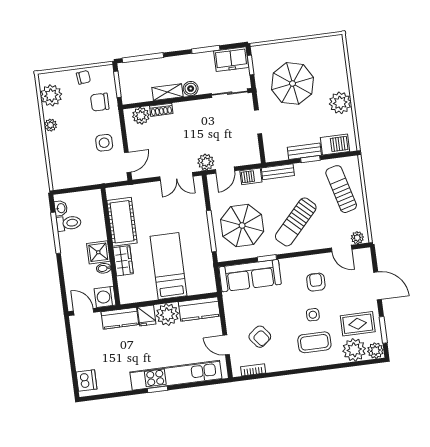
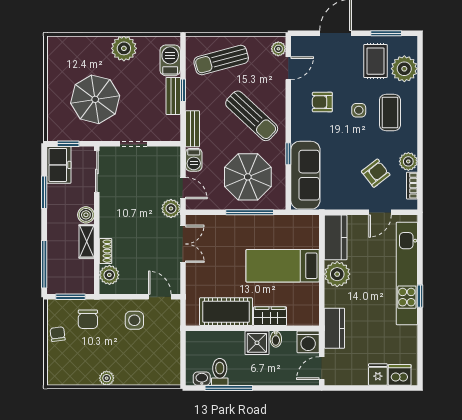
plant: (51, 95) -> (73, 373), removed
fridge: (147, 316) -> (378, 374), moved, turned -90
plant: (375, 351) -> (408, 161), moved

